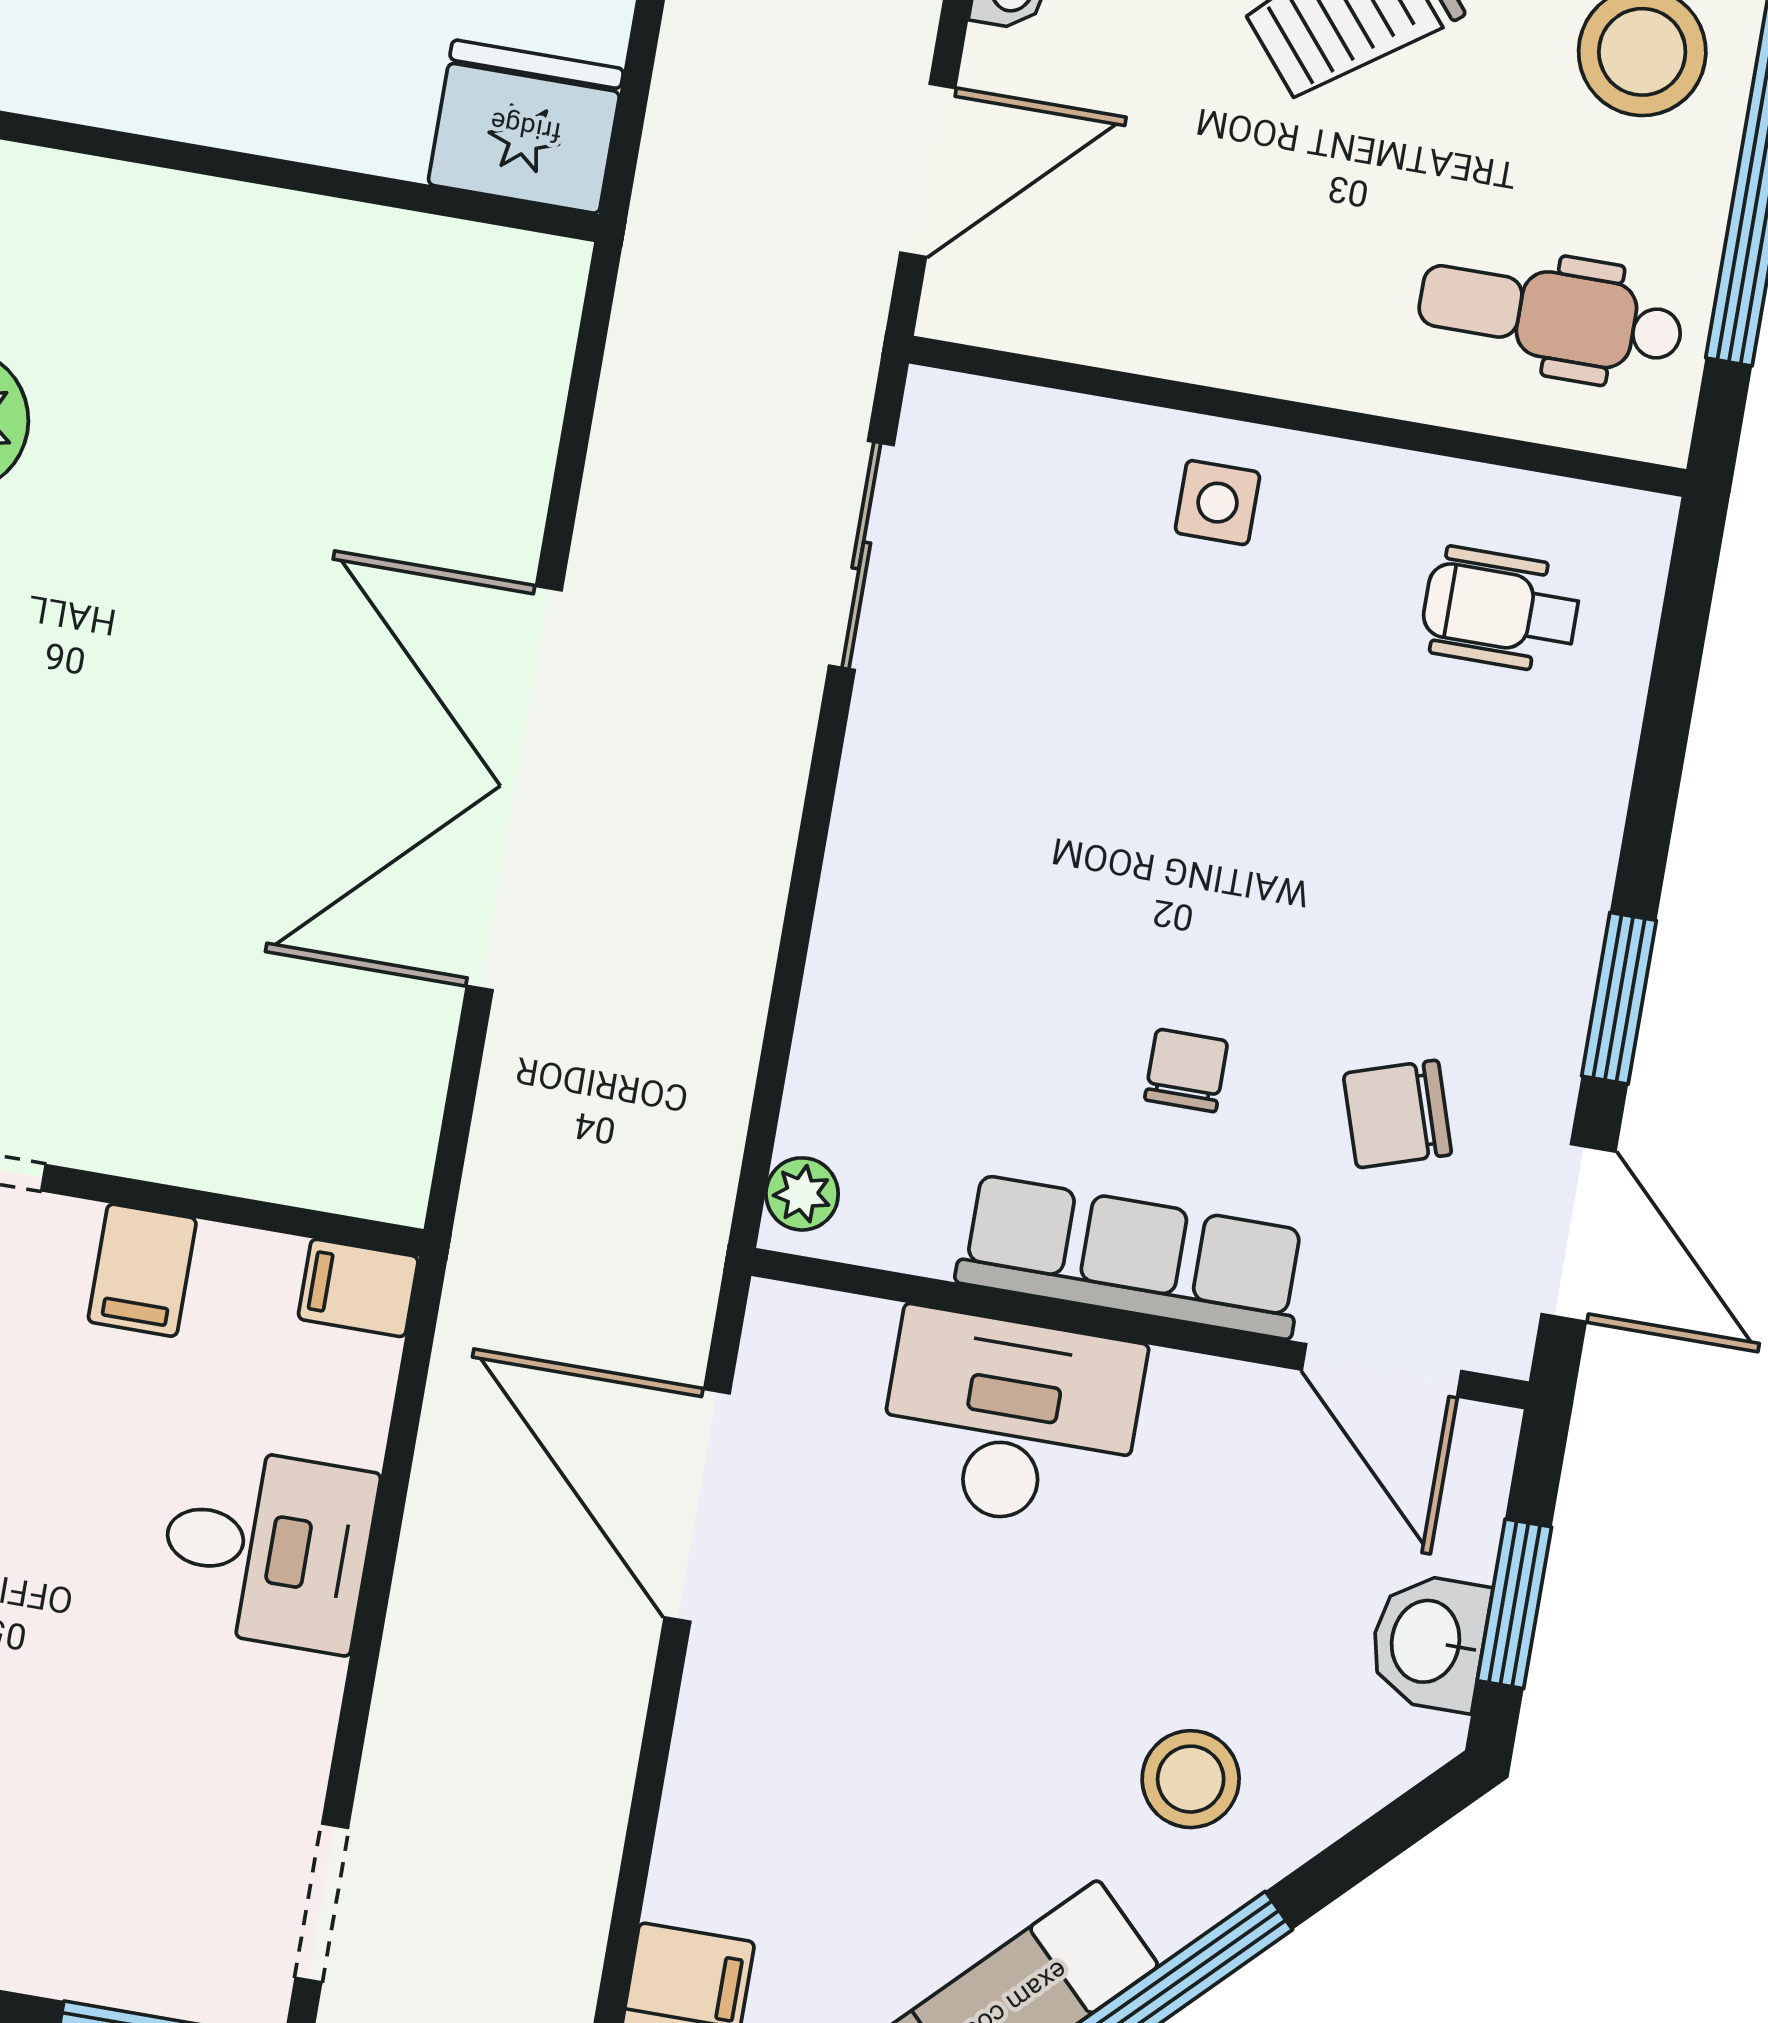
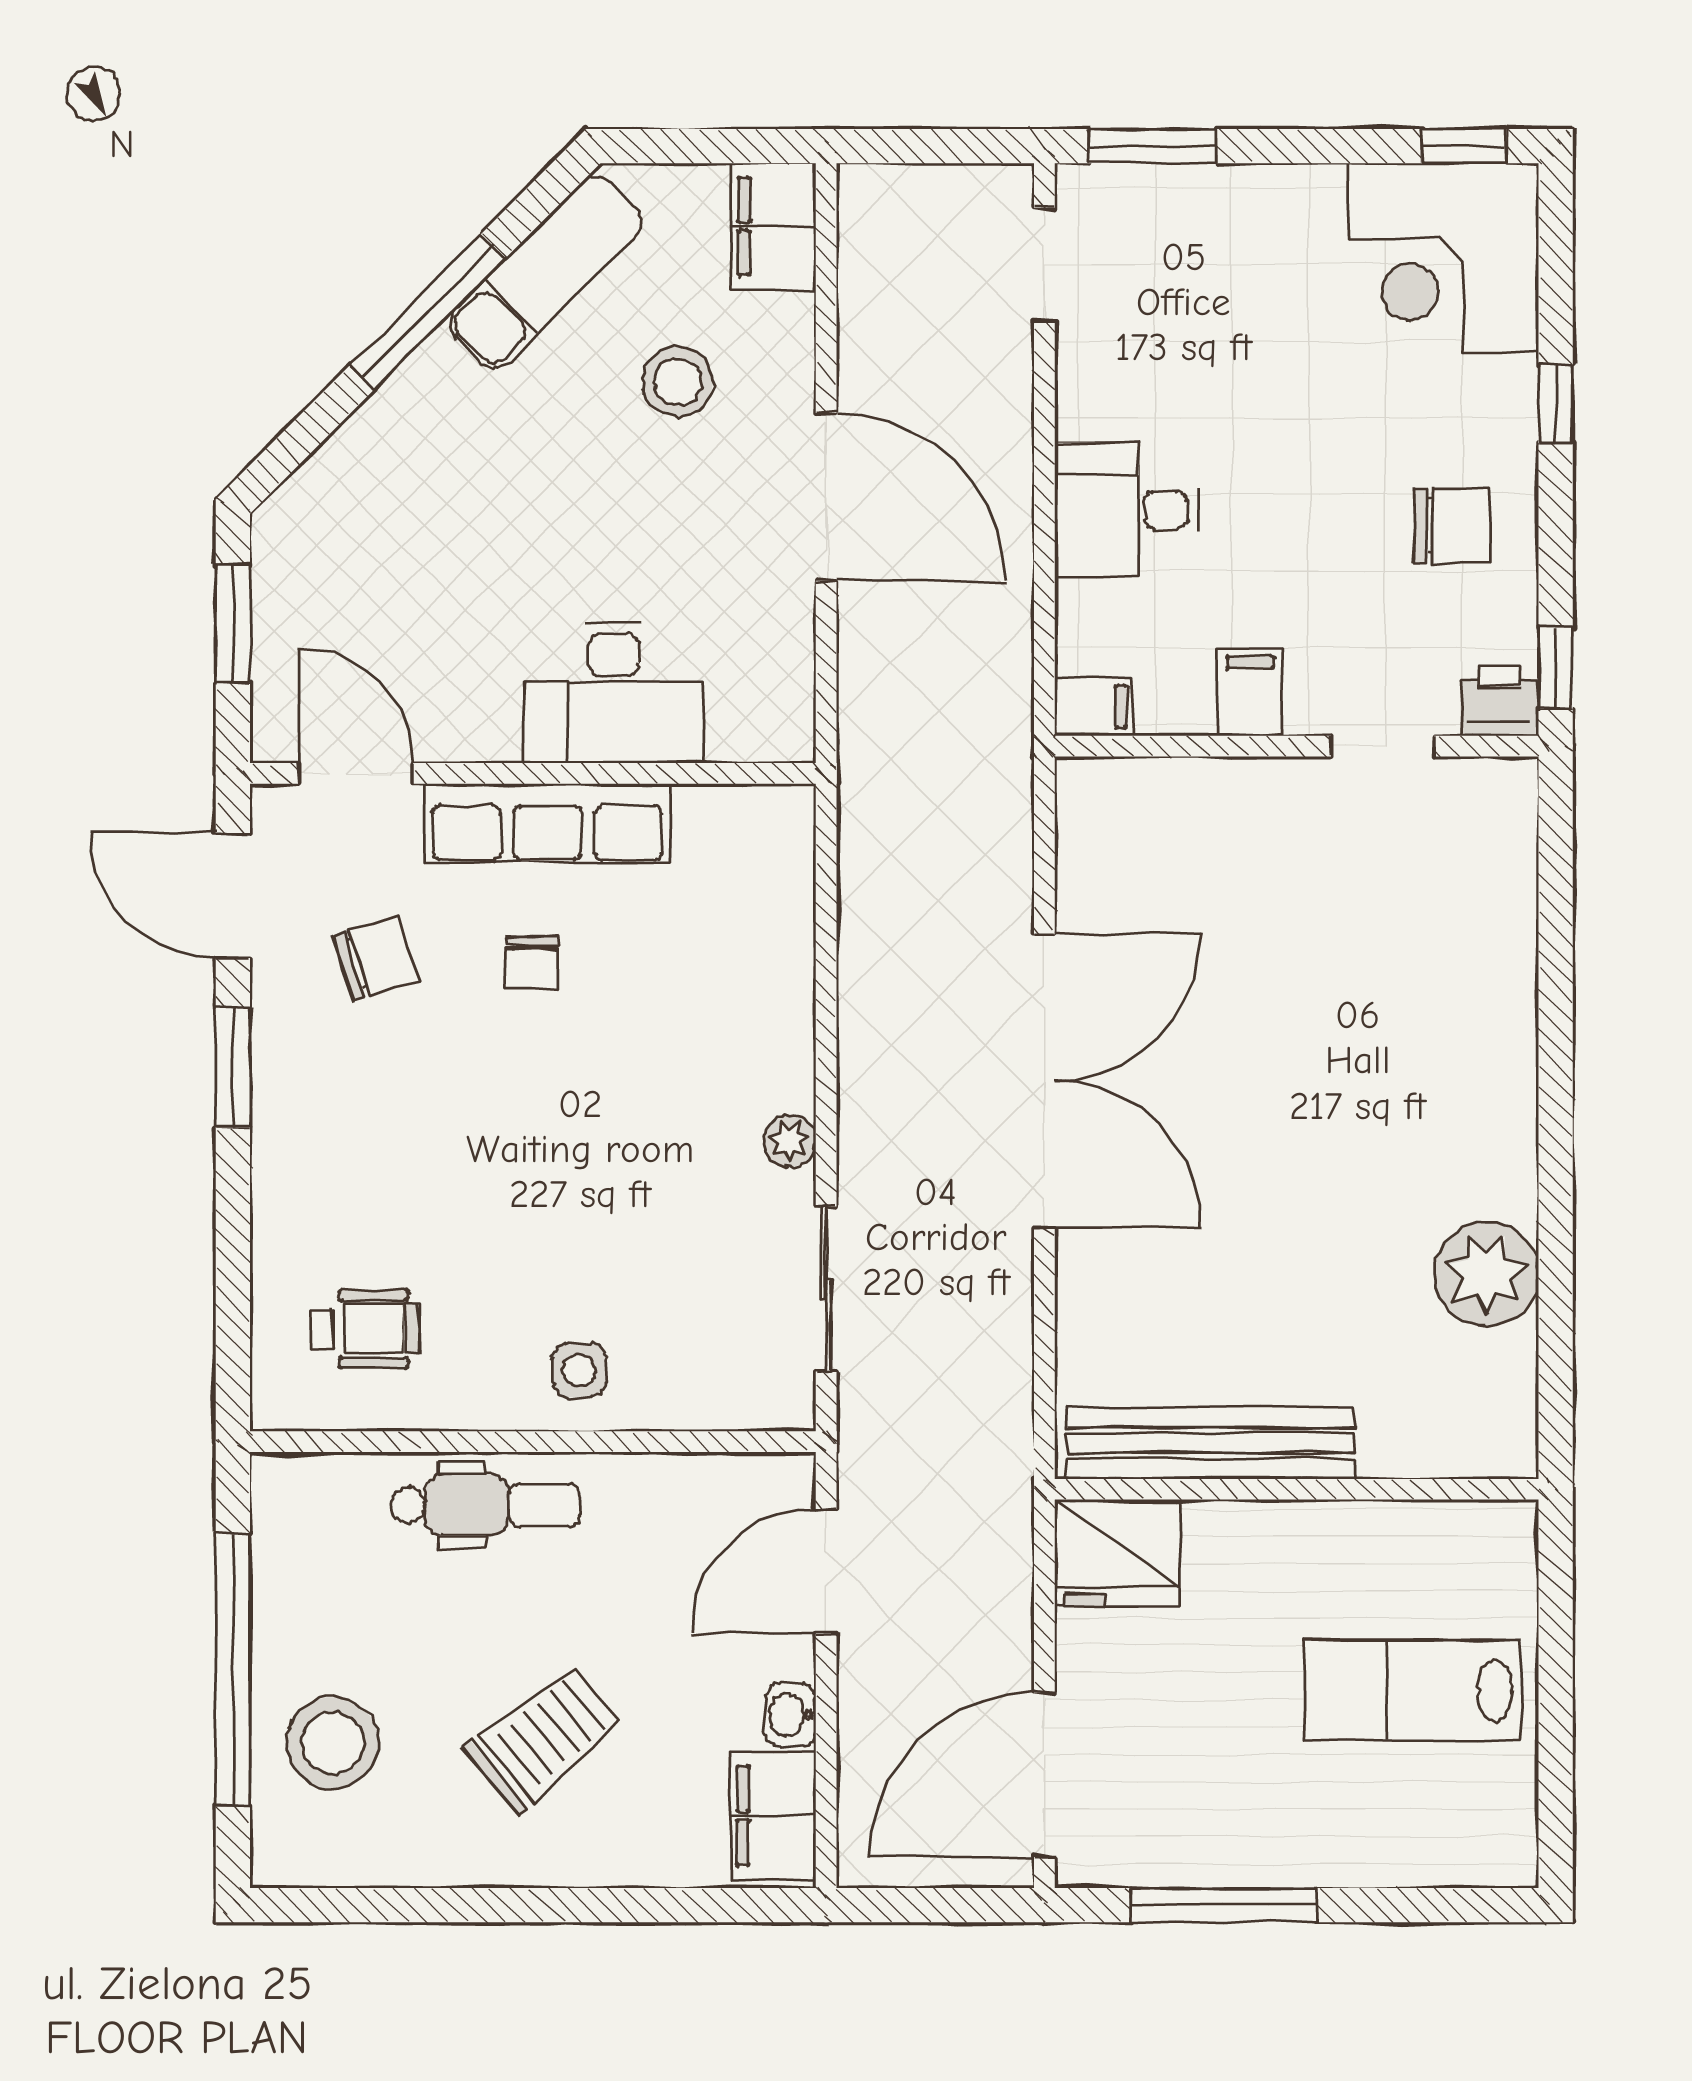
bench: (372, 254) -> (1211, 1443), added
dental chair: (1551, 315) -> (486, 1505), moved
plant: (802, 1194) -> (790, 1141), moved
door: (697, 1505) -> (826, 497), moved
washbasin: (1429, 1642) -> (289, 586), removed
stool: (1191, 1779) -> (678, 382), moved

